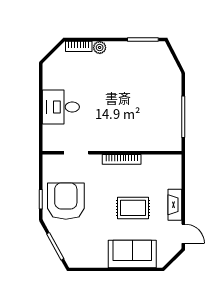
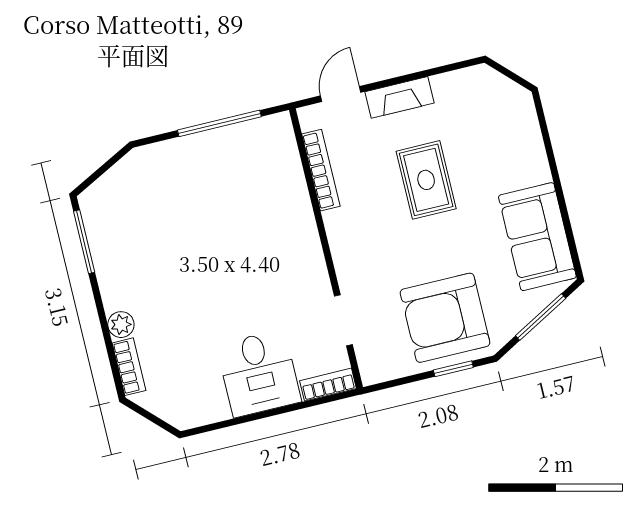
bookcase: (48, 138) -> (328, 385), added
bookcase: (122, 159) -> (321, 170), moved
door: (183, 234) -> (341, 94), moved
sofa: (132, 254) -> (537, 237), moved

